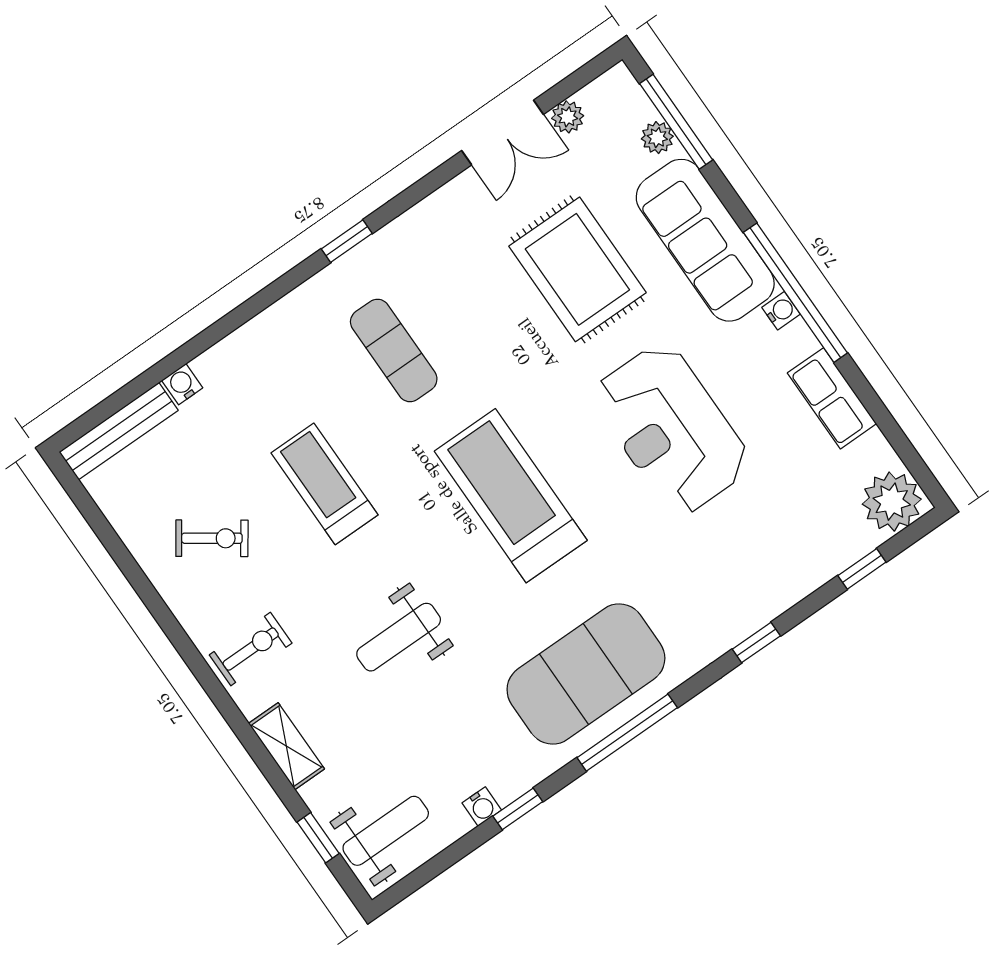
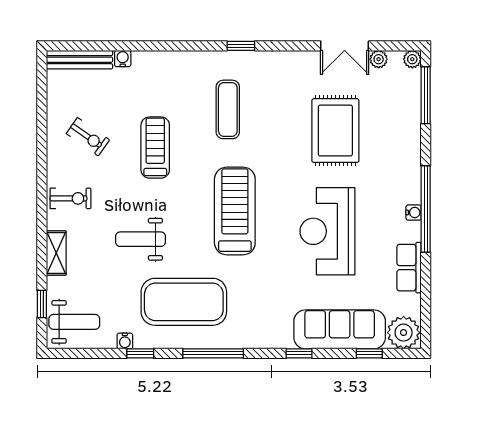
plant: (657, 138) -> (412, 59), moved
sofa: (705, 240) -> (340, 329), moved, turned 90
exercise mat: (586, 674) -> (184, 302), moved

